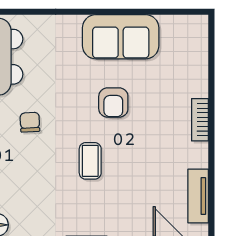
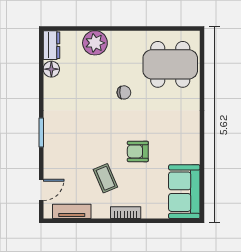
sofa: (121, 37) -> (184, 192), moved
coffee table: (90, 161) -> (105, 178), moved, turned 67

